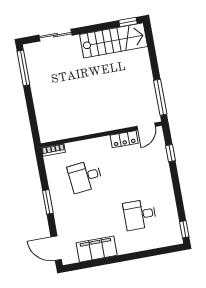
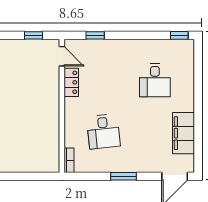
window: (160, 97) -> (33, 35), width x0.46

